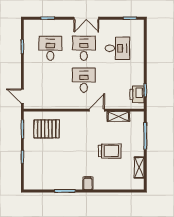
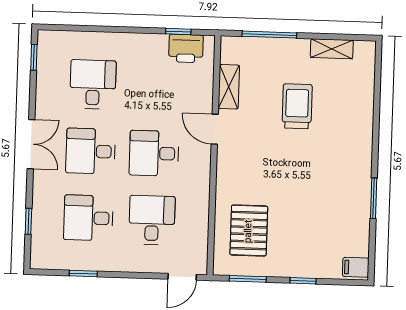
desk: (50, 80) -> (152, 220), added
filing cabinet: (88, 183) -> (356, 267), moved

